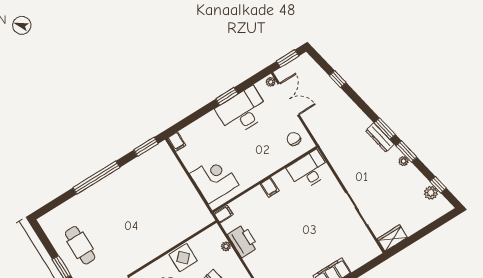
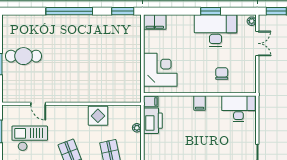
double door: (289, 99) -> (257, 43), width x0.73
chair: (294, 139) -> (222, 73), moved
filing cabinet: (177, 142) -> (155, 22), width x2.00
printer: (243, 241) -> (153, 121), moved
cafe table: (80, 245) -> (24, 56), turned 90

